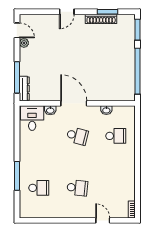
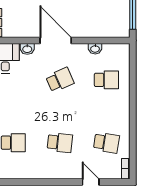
school desk: (77, 136) -> (60, 80), turned -39
school desk: (116, 188) -> (106, 143), added

